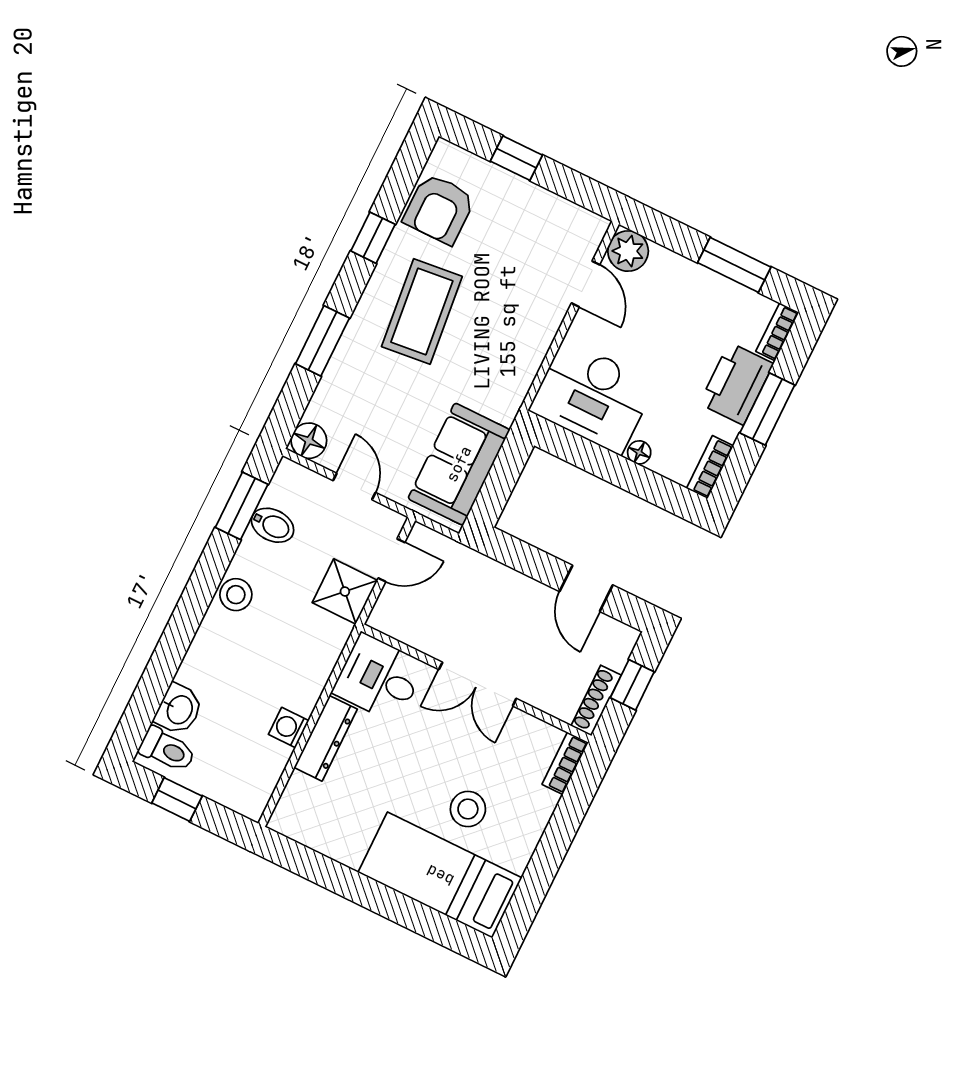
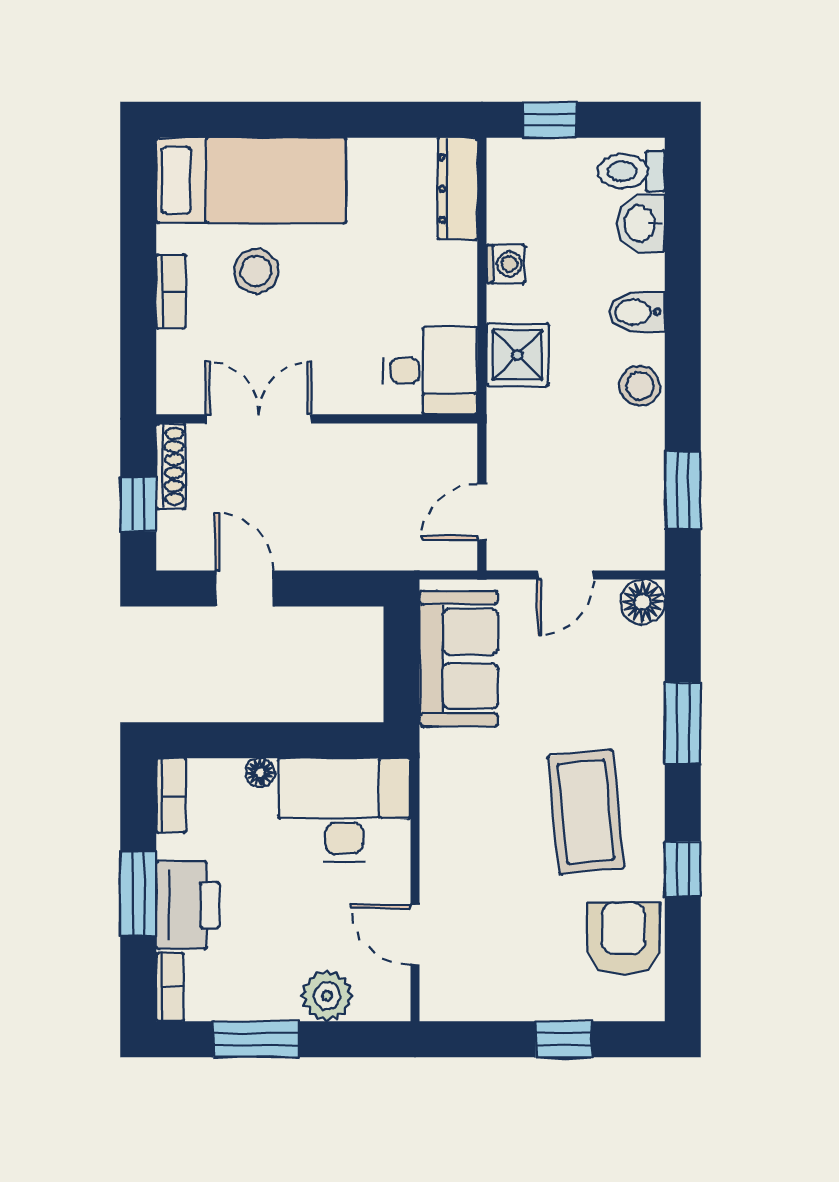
plant: (628, 251) -> (327, 996), moved
door: (354, 486) -> (565, 575), hinge flipped
bidet: (273, 525) -> (637, 312), moved
shower: (345, 591) -> (517, 355), moved
double door: (478, 684) -> (259, 419), moved
dresser: (326, 738) -> (458, 189), moved
bookcase: (565, 763) -> (171, 292), moved
window: (177, 799) -> (550, 120), moved

